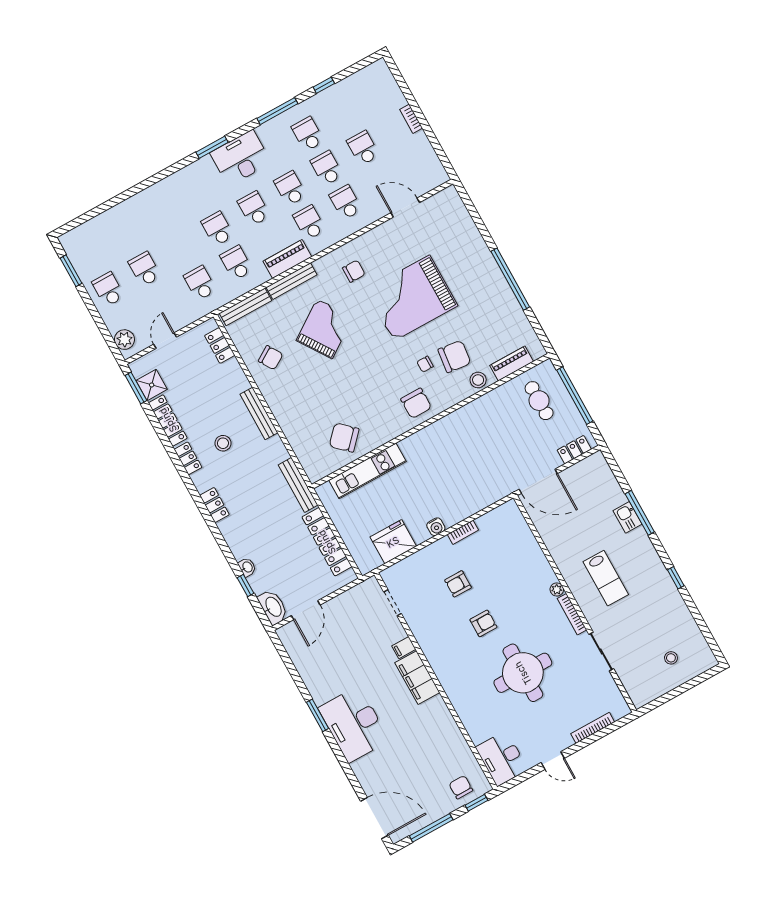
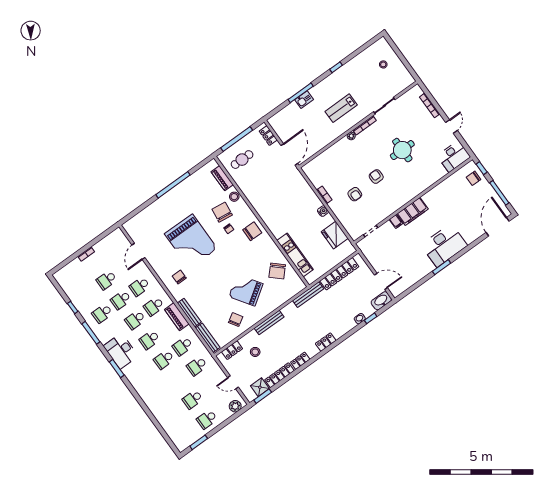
grand piano: (325, 329) -> (246, 290), moved
stool: (223, 443) -> (255, 352), moved
lab bench: (606, 578) -> (341, 108), turned 180
round table: (523, 673) -> (402, 150), width x0.73, depth x0.73

